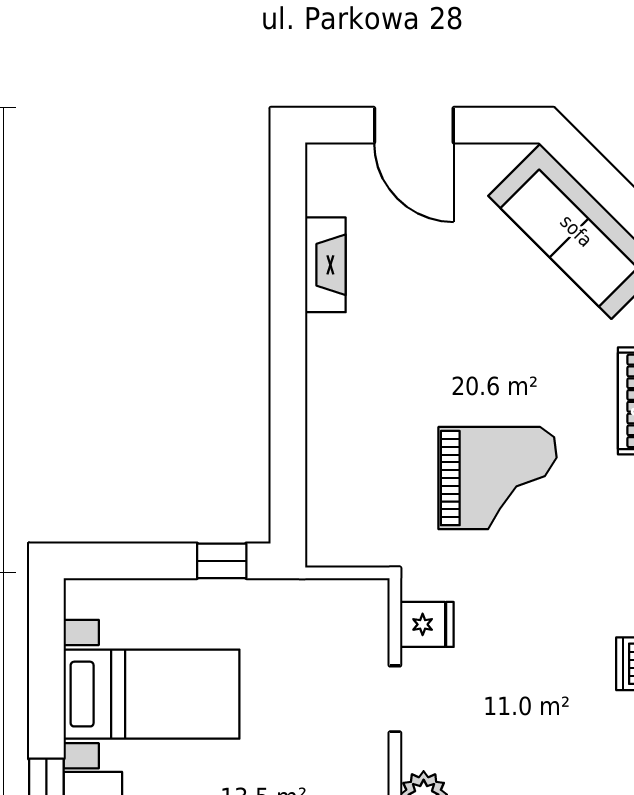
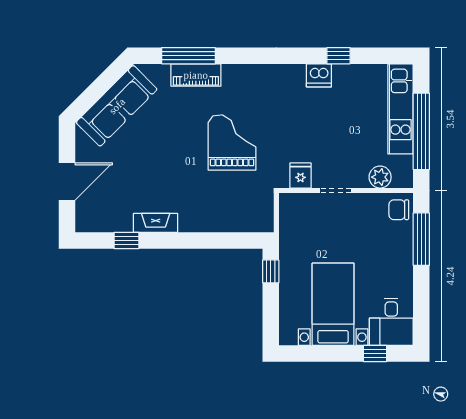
window: (288, 252) -> (126, 240), added
fireplace: (325, 265) -> (156, 223), moved

